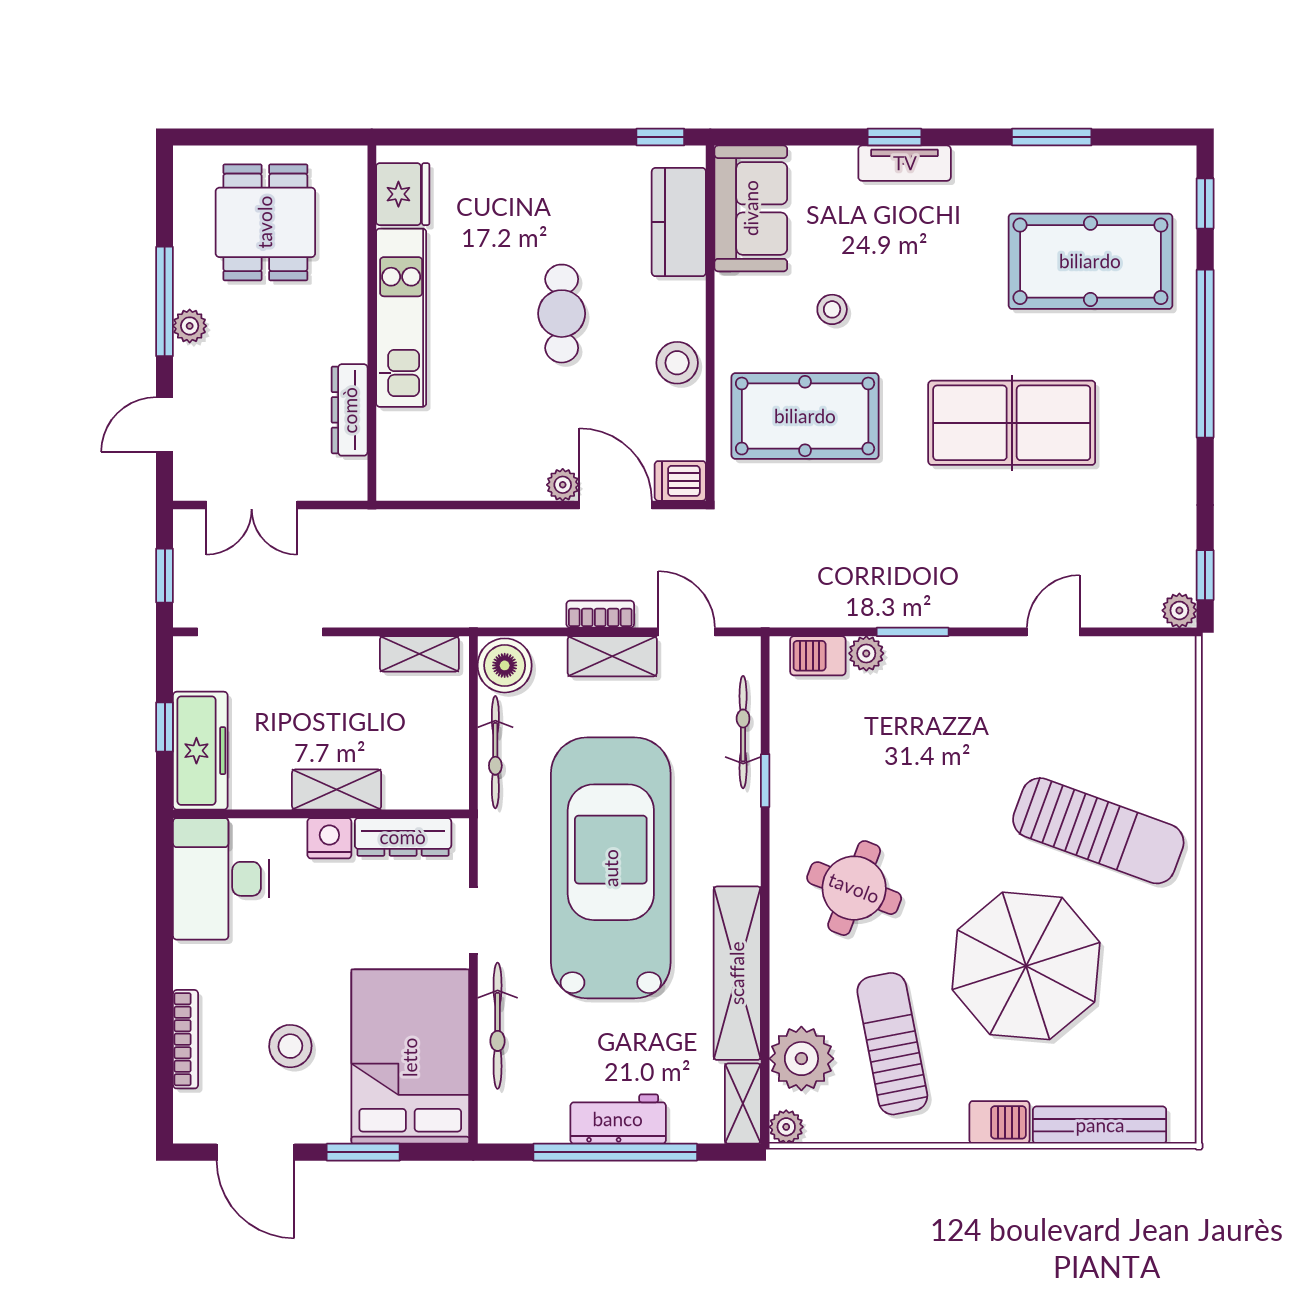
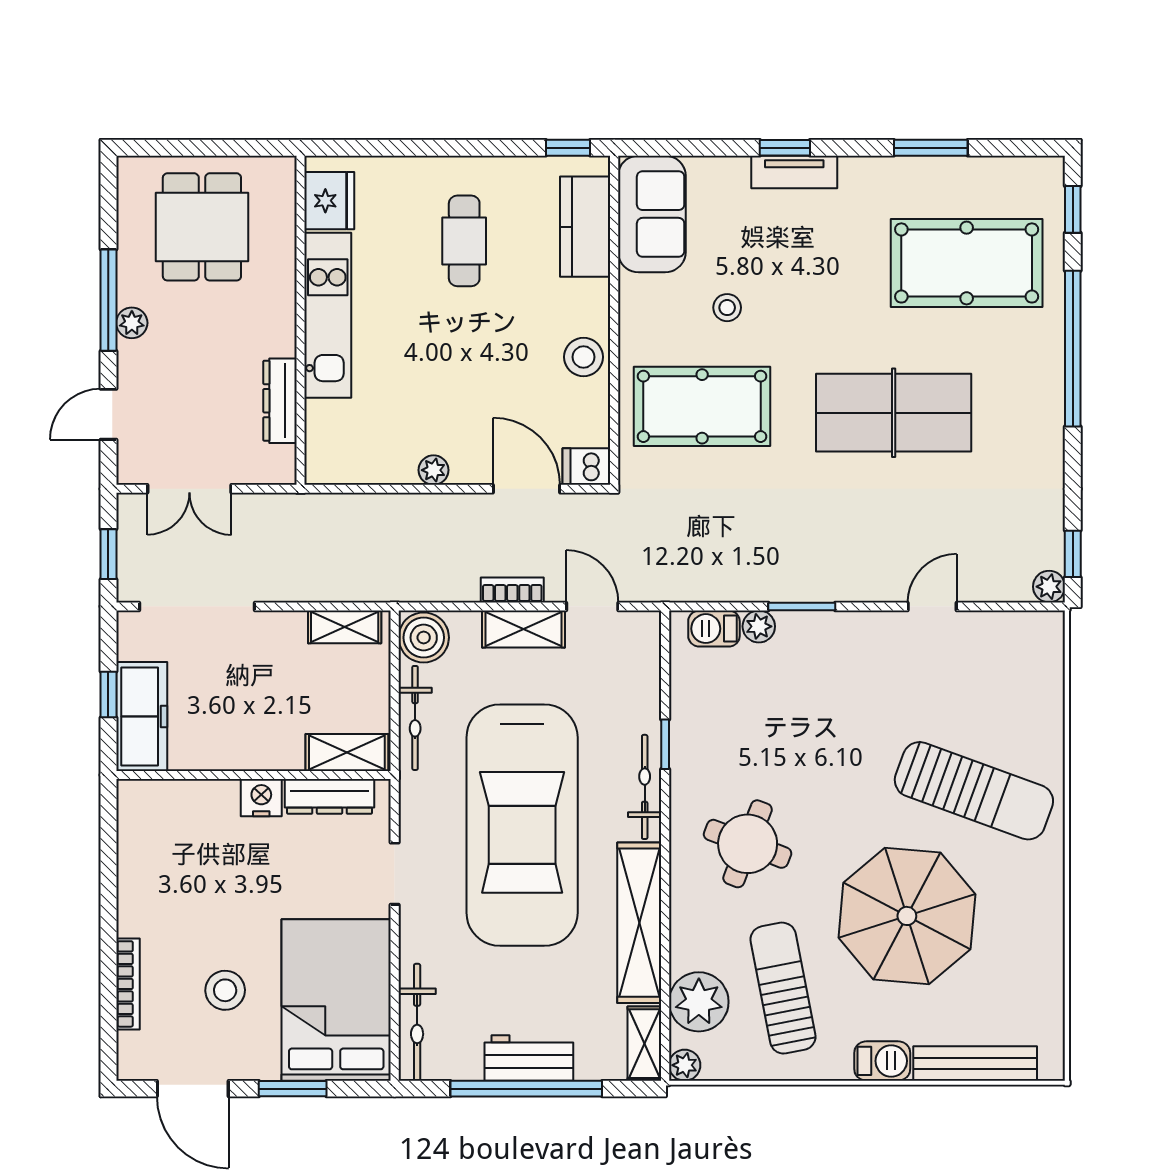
cafe table: (562, 314) -> (464, 241), moved
plant: (563, 485) -> (433, 470), moved
bicycle: (743, 732) -> (645, 787), moved
shelving: (337, 789) -> (347, 752), moved
car: (611, 868) -> (522, 825), turned 180
desk: (221, 879) -> (161, 835), removed
bicycle: (498, 1026) -> (417, 1022), moved

